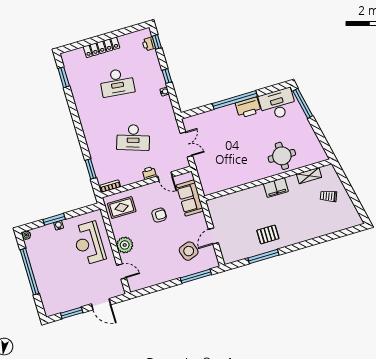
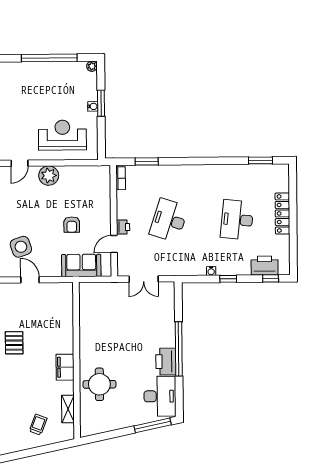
printer: (149, 44) -> (265, 266), width x1.87, depth x1.48
rug: (122, 207) -> (93, 184), removed

